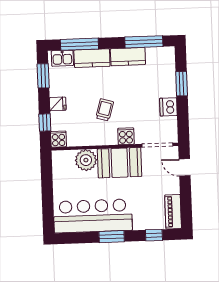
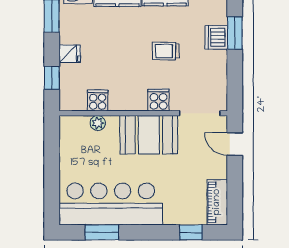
dishwasher: (168, 107) -> (216, 37), moved
trolley: (105, 110) -> (166, 51), moved, turned -106
cooker: (59, 139) -> (98, 100), moved
plant: (86, 160) -> (98, 123), width x0.53, depth x0.53
window: (112, 237) -> (102, 232), moved

